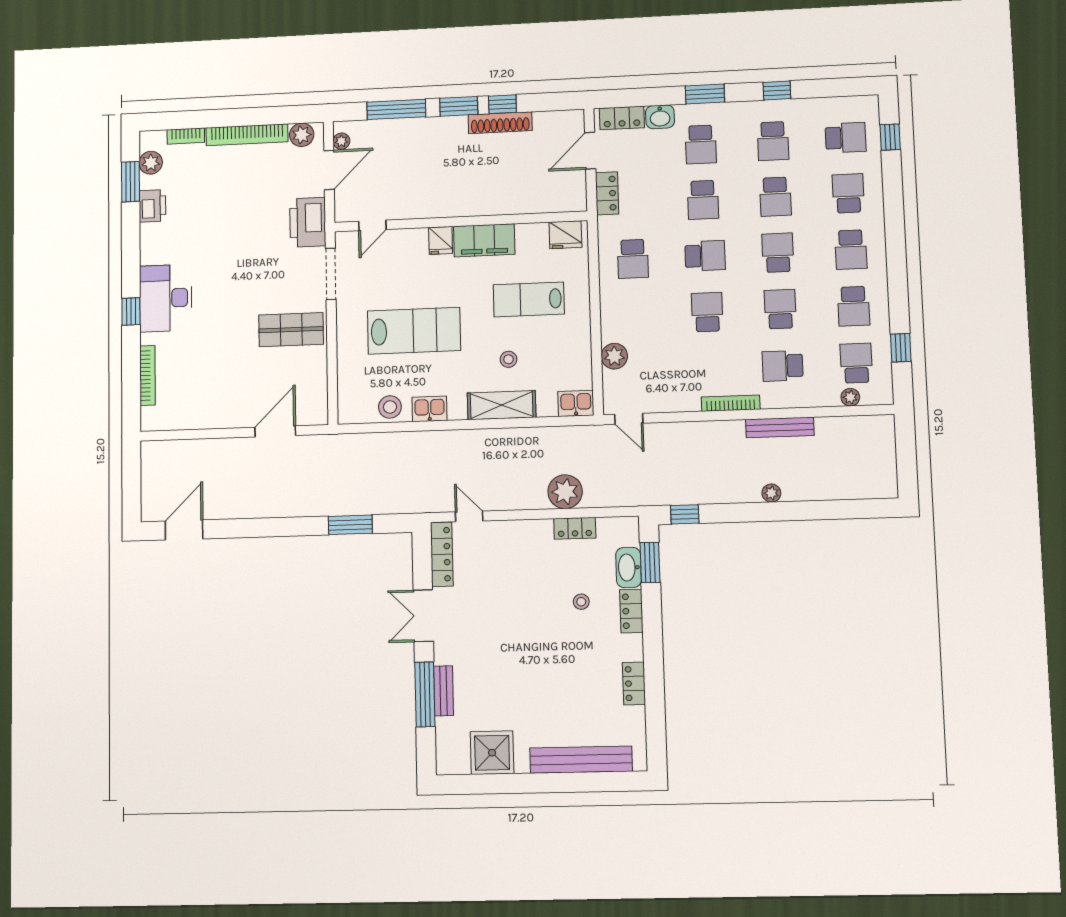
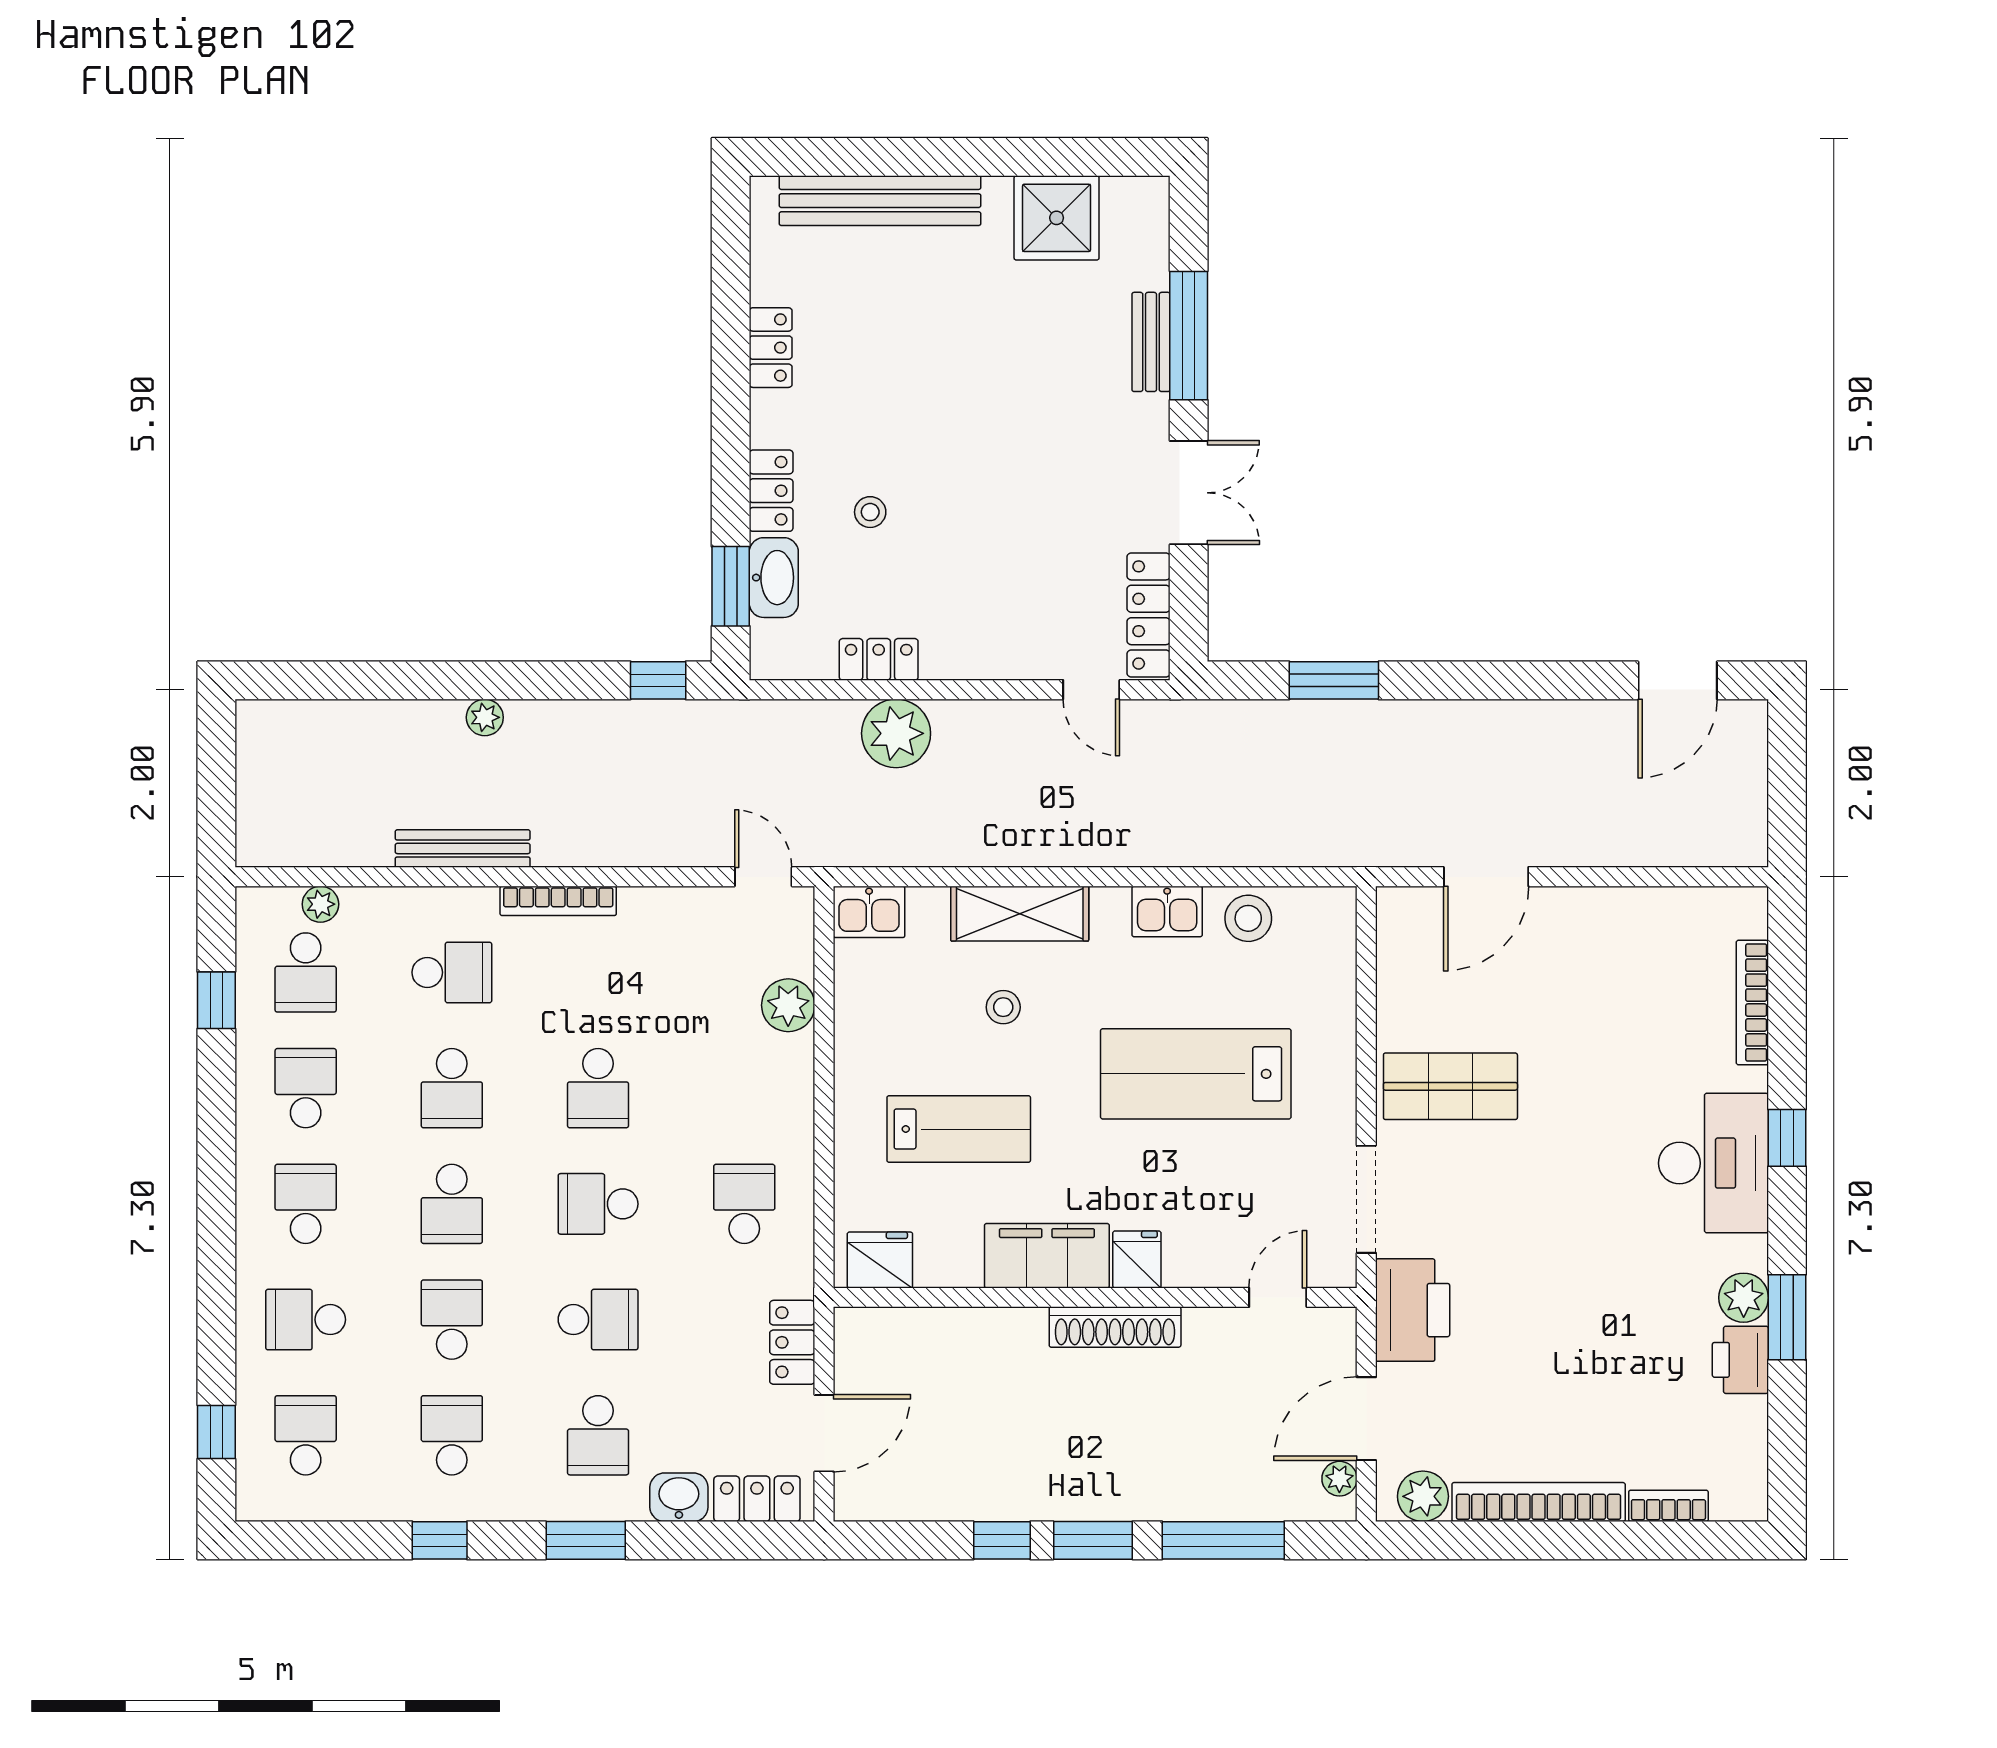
shoe rack: (500, 123) -> (1115, 1327), moved, turned 180
school desk: (846, 138) -> (306, 1435), turned 90
school desk: (701, 144) -> (598, 1435), turned 180
plant: (151, 163) -> (1744, 1298), moved
window: (131, 182) -> (1787, 1317), moved
school desk: (848, 193) -> (306, 1320), turned 90
school desk: (703, 200) -> (598, 1320), turned 90

